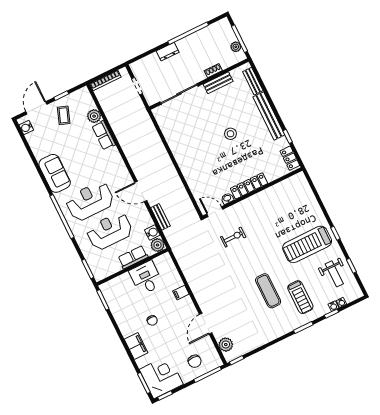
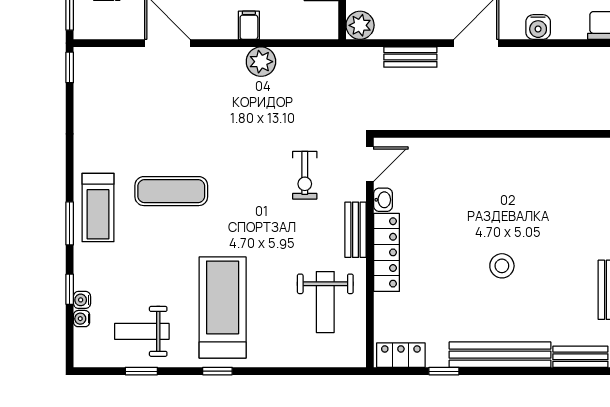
weight bench: (283, 202) -> (325, 302), added
bench: (246, 204) -> (355, 230), added
water cooler: (152, 232) -> (538, 27), moved
treadmill: (300, 297) -> (98, 208), moved, turned -90
plant: (226, 345) -> (261, 62), moved

